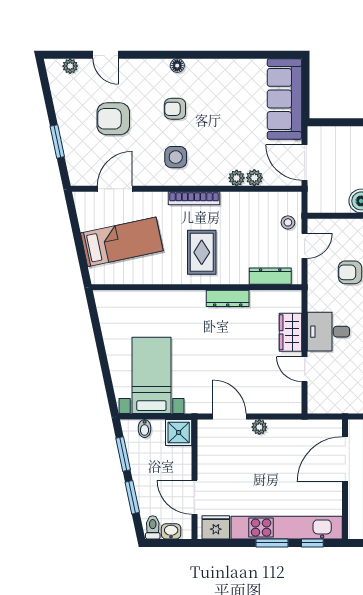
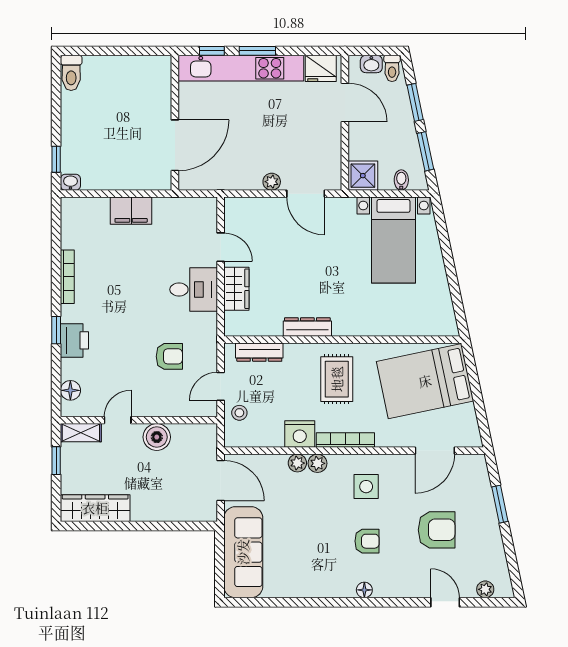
plant: (254, 178) -> (317, 463), moved
nightstand: (235, 204) -> (300, 434), added
bed: (122, 242) -> (425, 381), width x1.50

